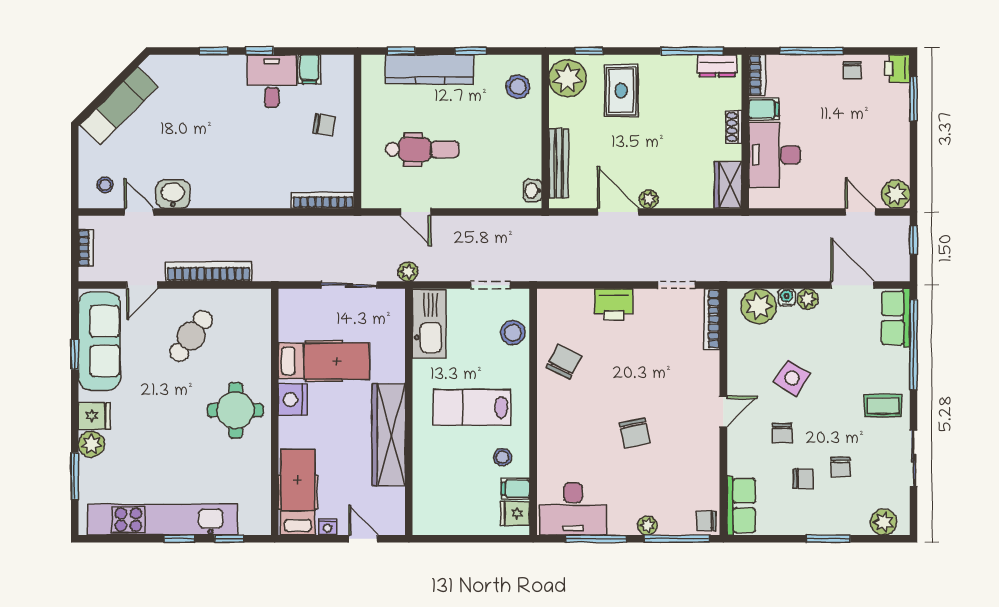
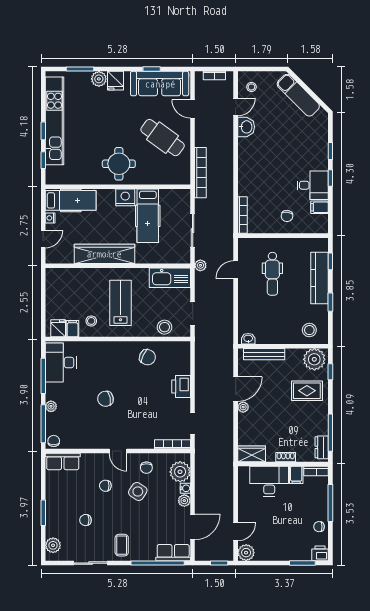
bookcase: (209, 272) -> (200, 173), moved
cafe table: (191, 336) -> (163, 138), width x1.37, depth x1.35
chair: (803, 479) -> (146, 468), moved

